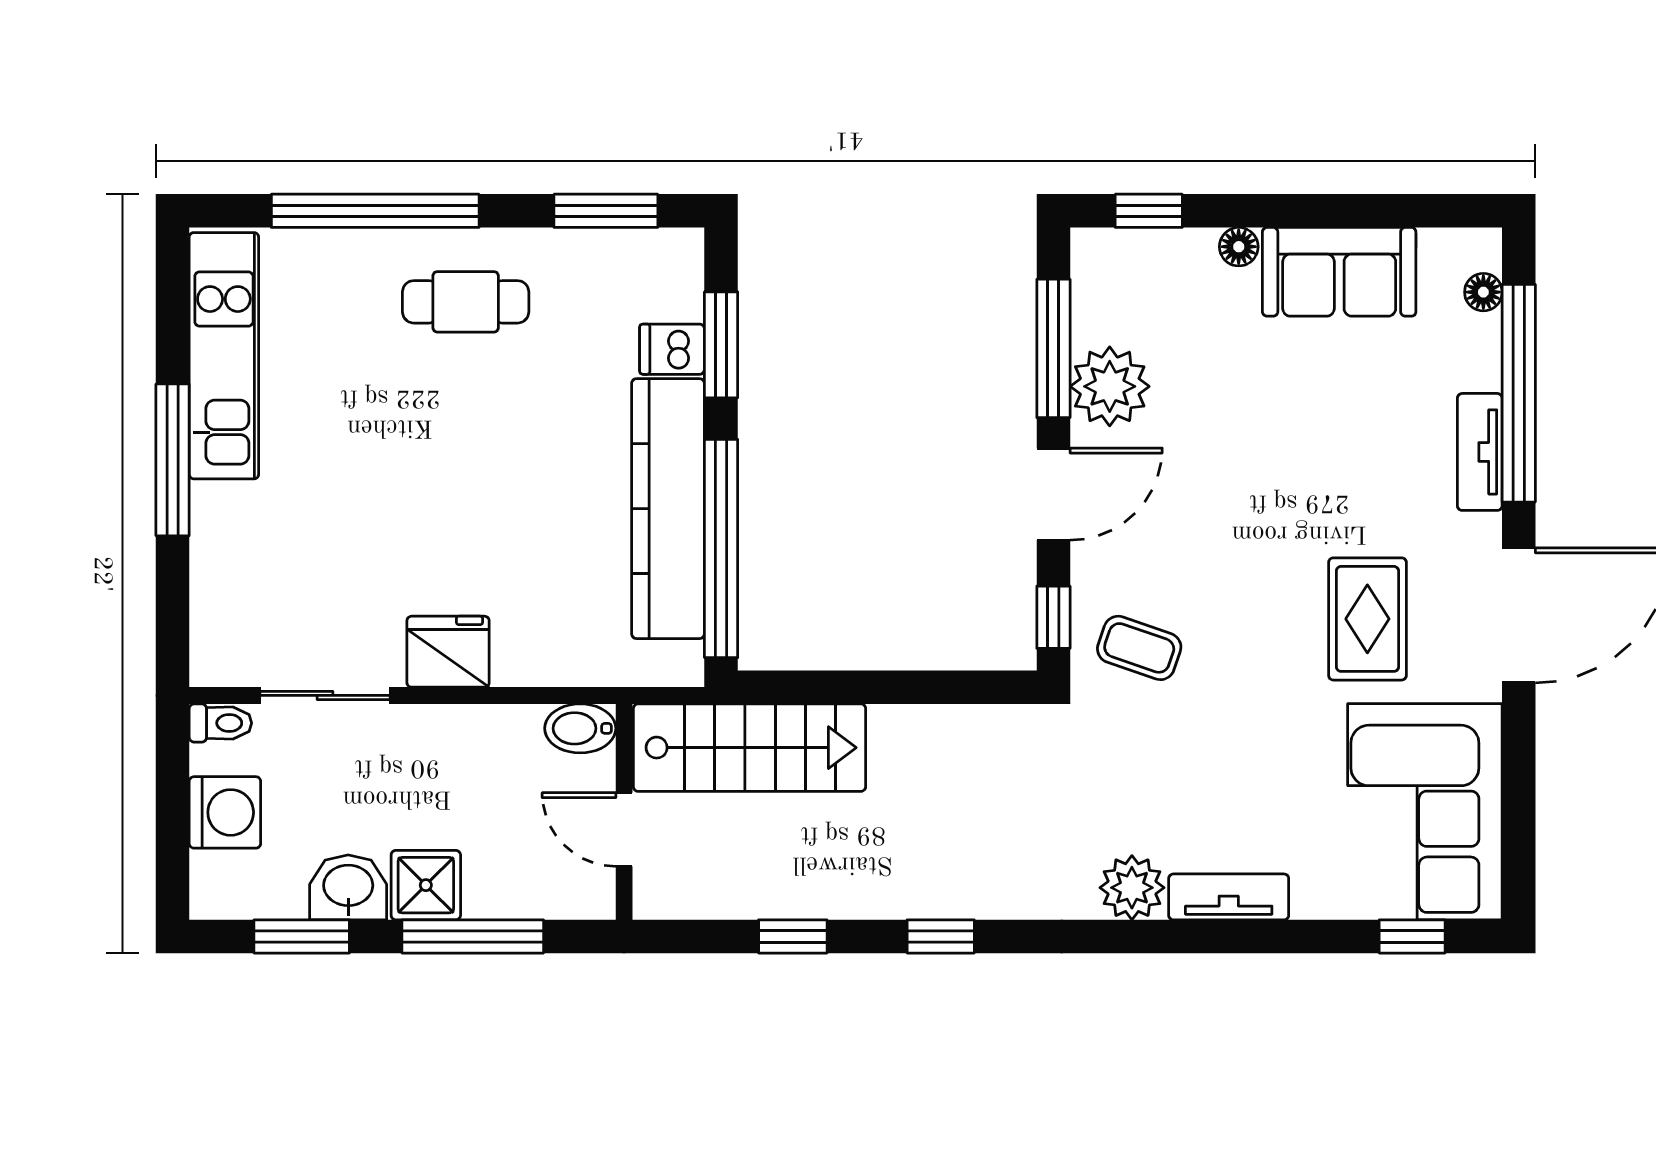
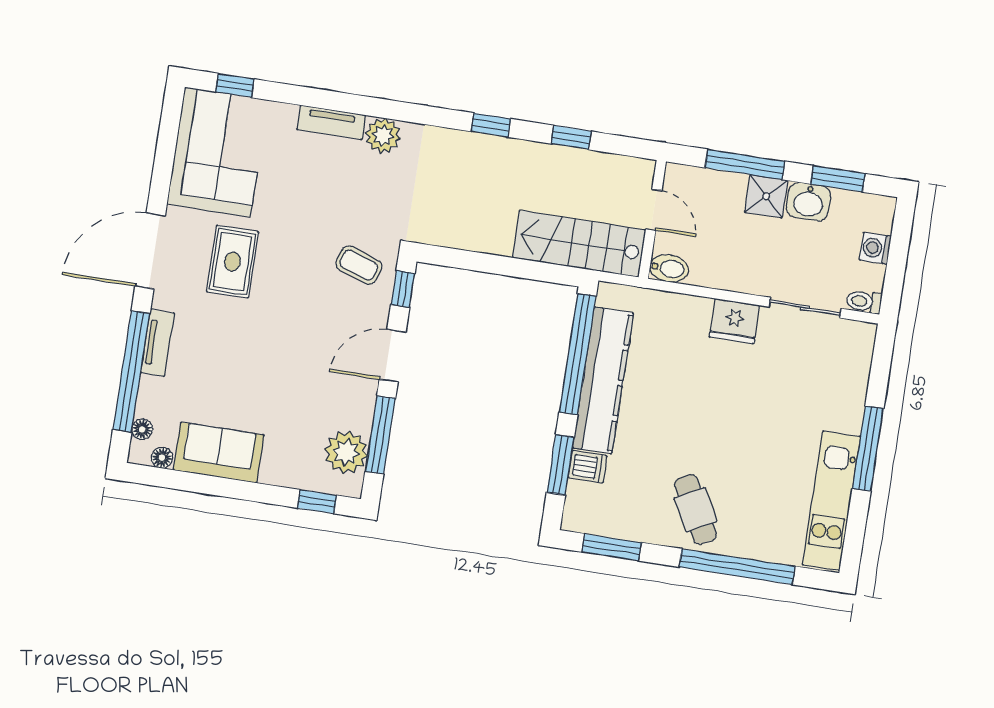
floor lamp: (1239, 247) -> (162, 458), moved
cafe table: (466, 302) -> (696, 510), turned 62
plant: (1110, 386) -> (346, 452), moved
washing machine: (225, 812) -> (875, 248), width x0.73, depth x0.73

